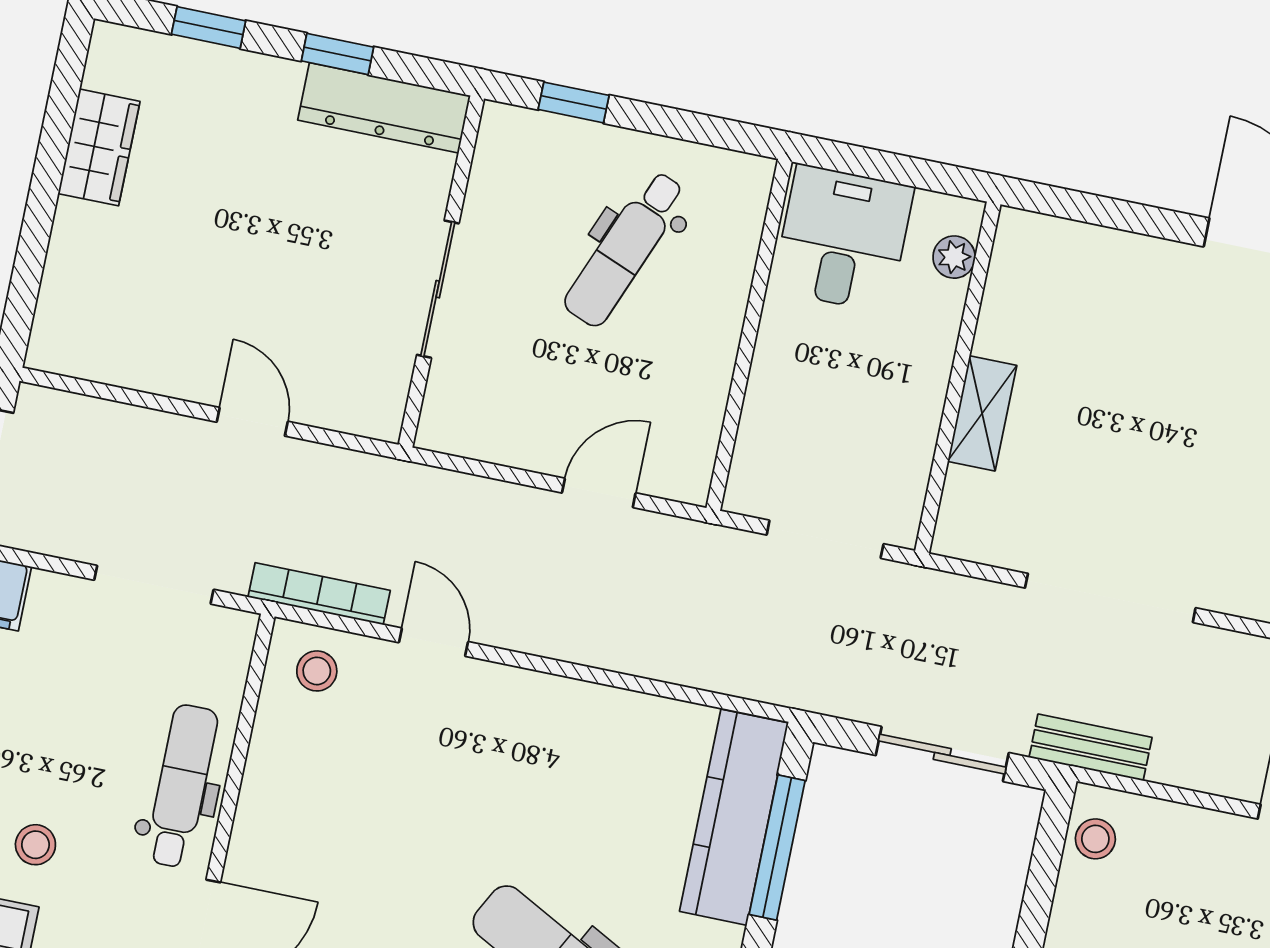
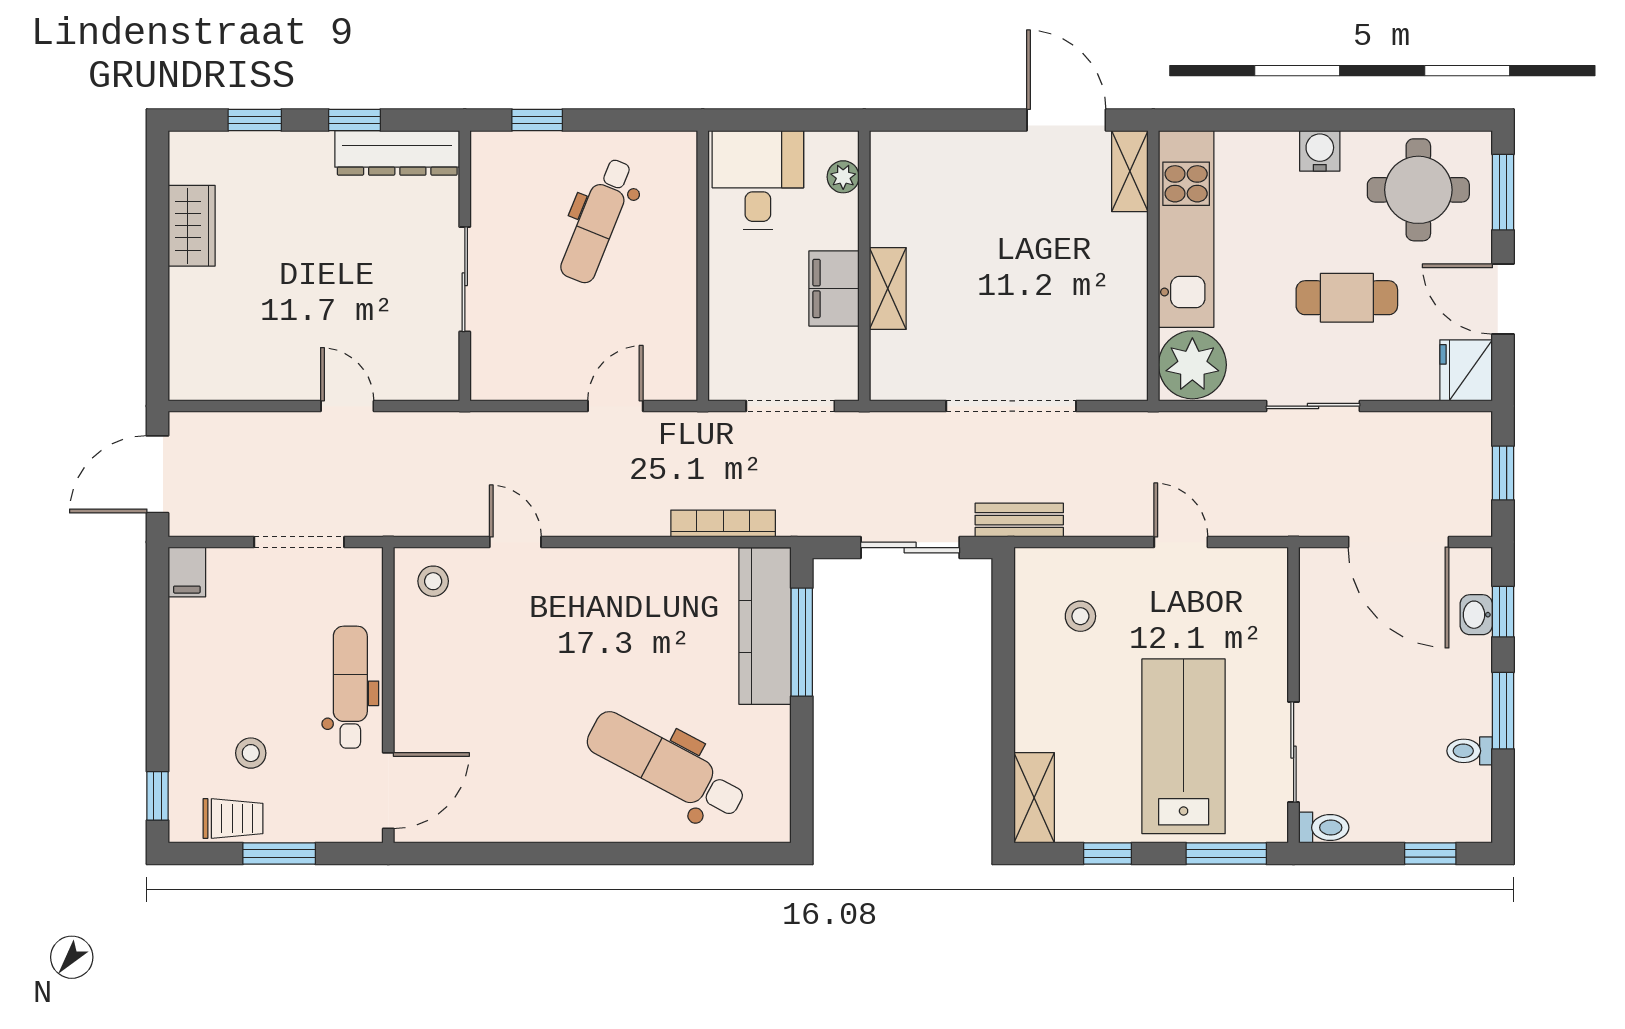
filing cabinet: (913, 399) -> (834, 288), added
bookcase: (319, 594) -> (723, 524), moved
stool: (1095, 839) -> (1080, 616), moved

